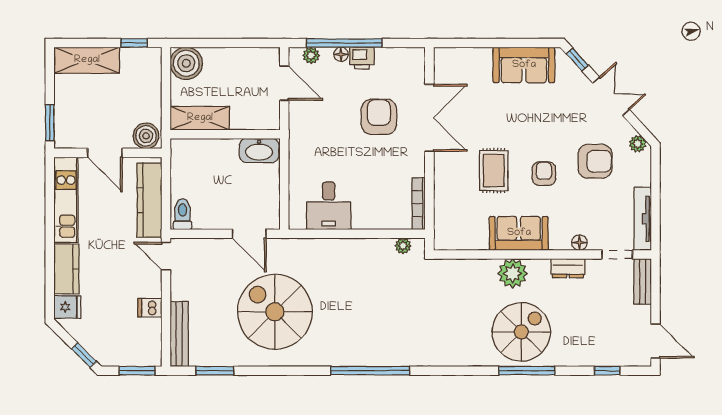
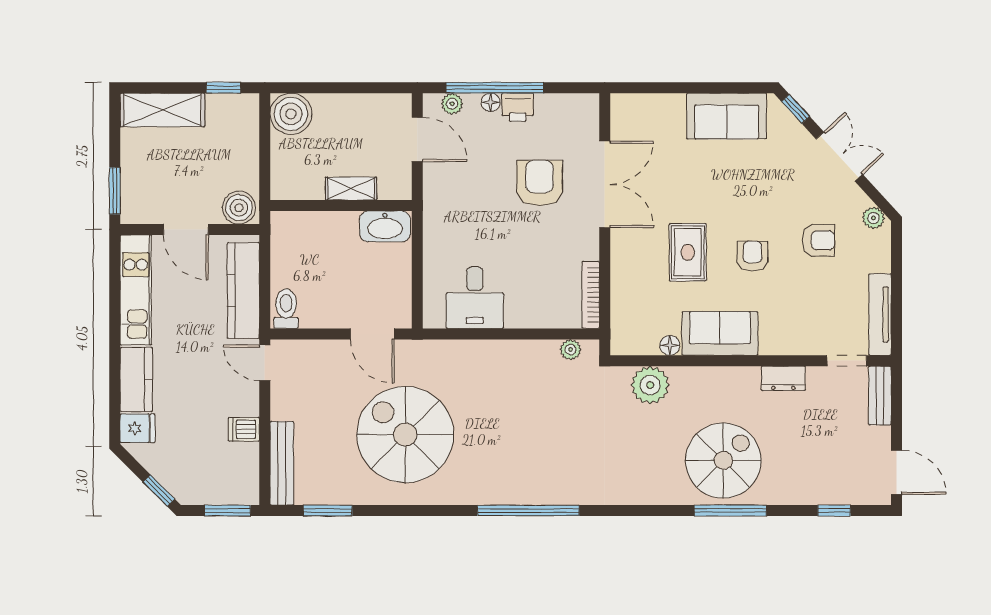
shelving: (200, 118) -> (351, 189), moved, width x0.67, depth x0.75
armchair: (595, 161) -> (818, 240), width x0.72, depth x0.72
floor lamp: (579, 243) -> (670, 345), moved
plant: (513, 273) -> (650, 385), moved

